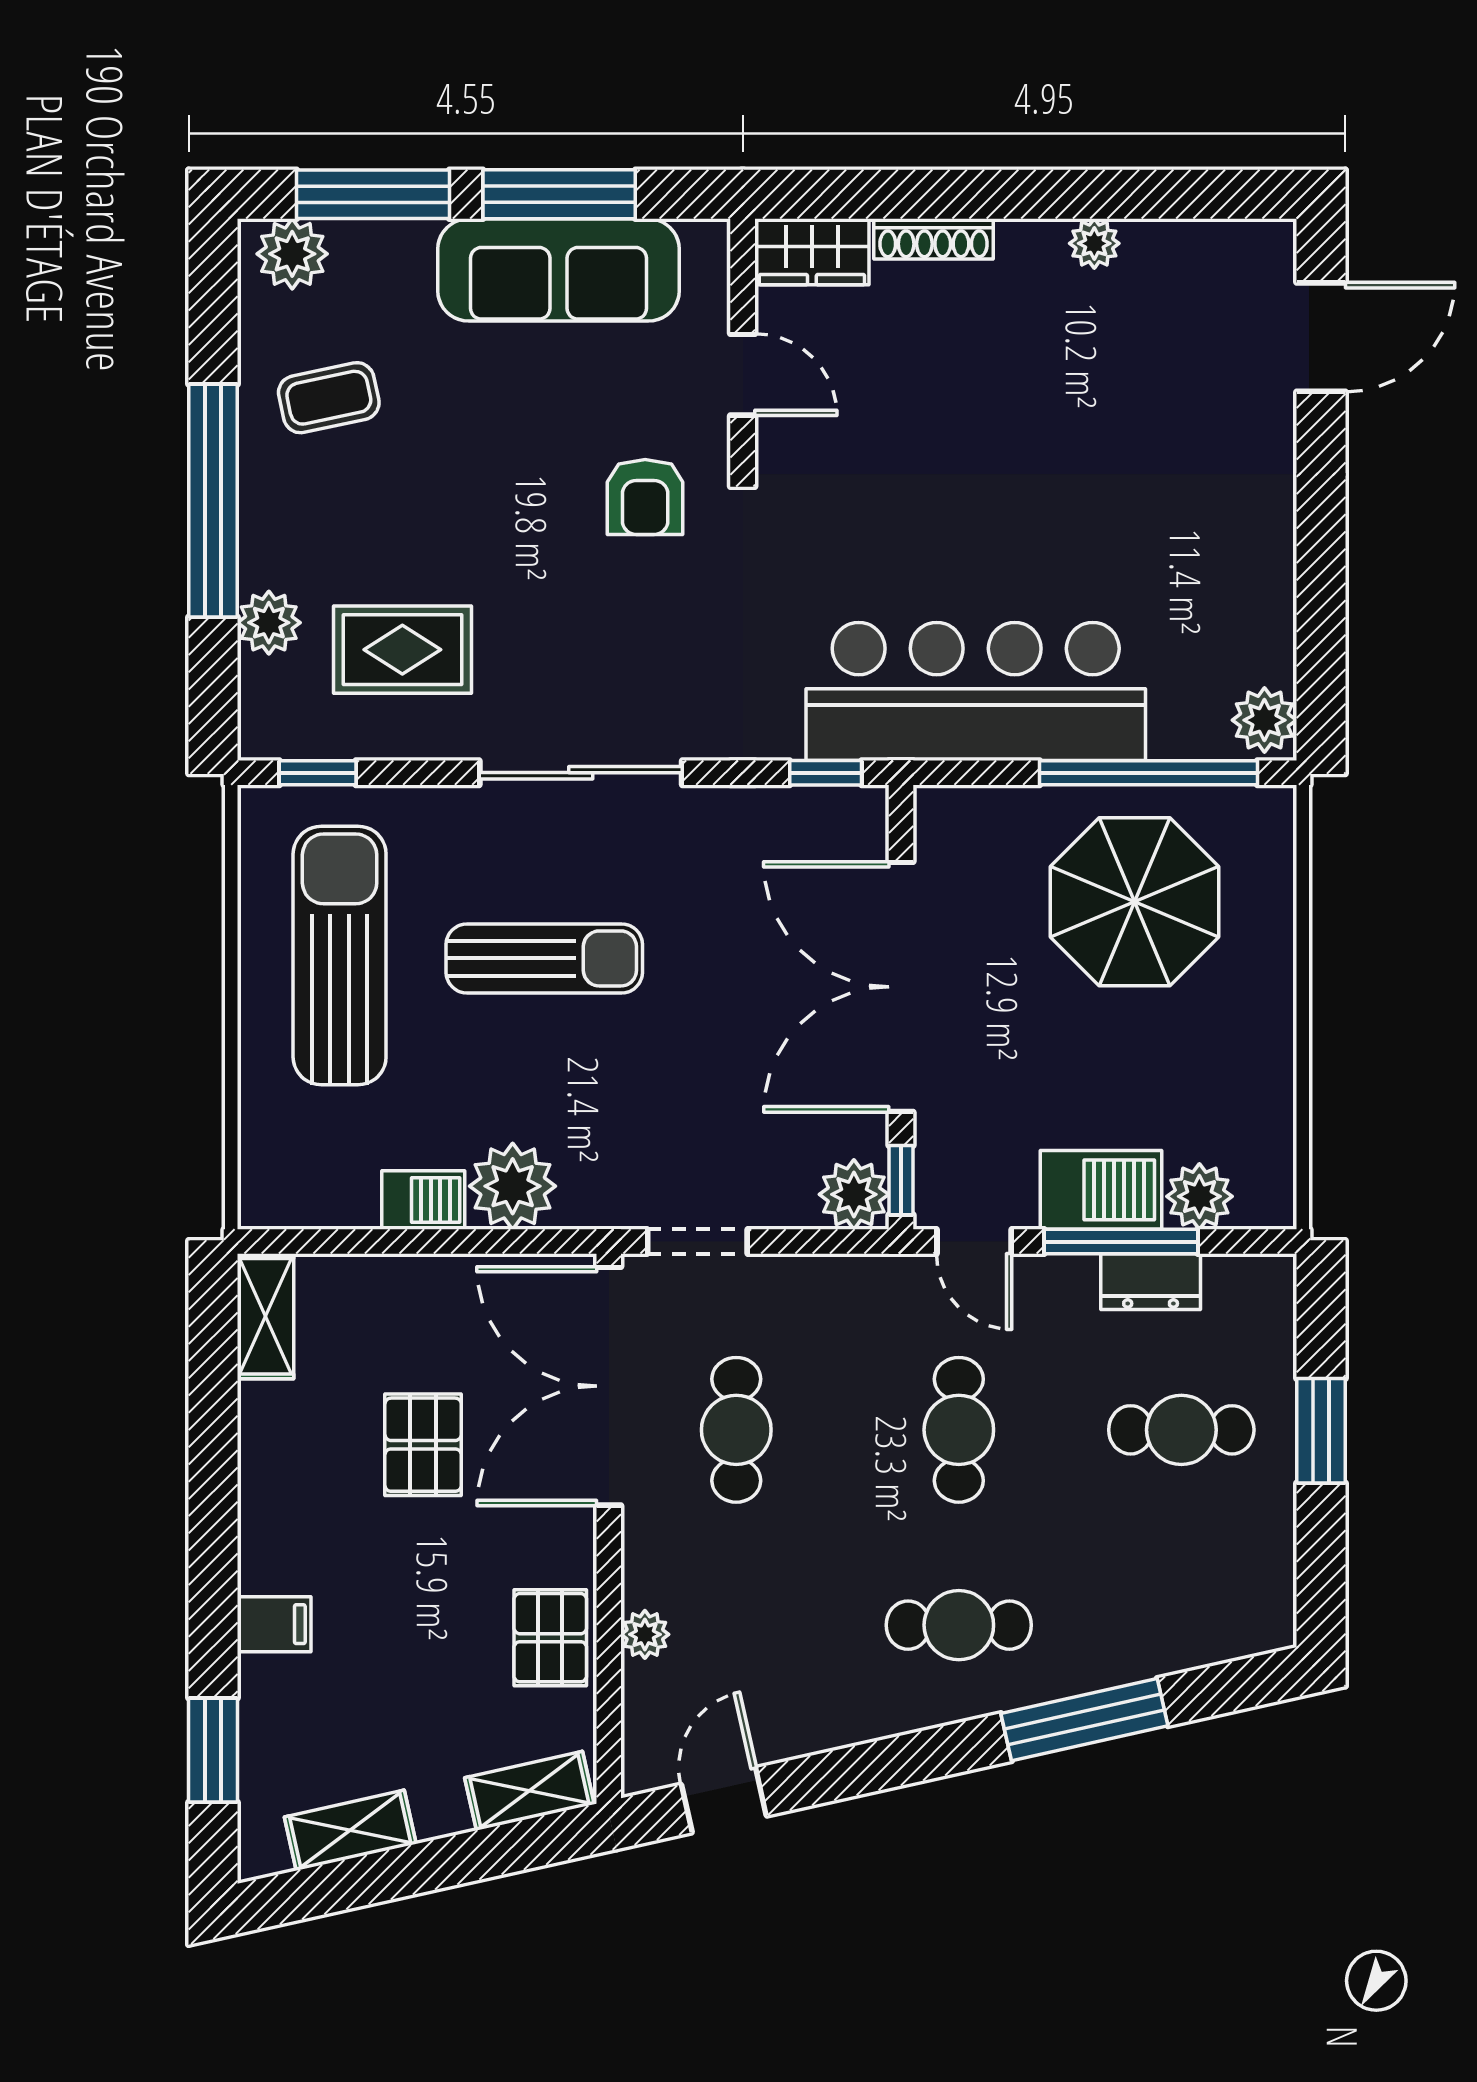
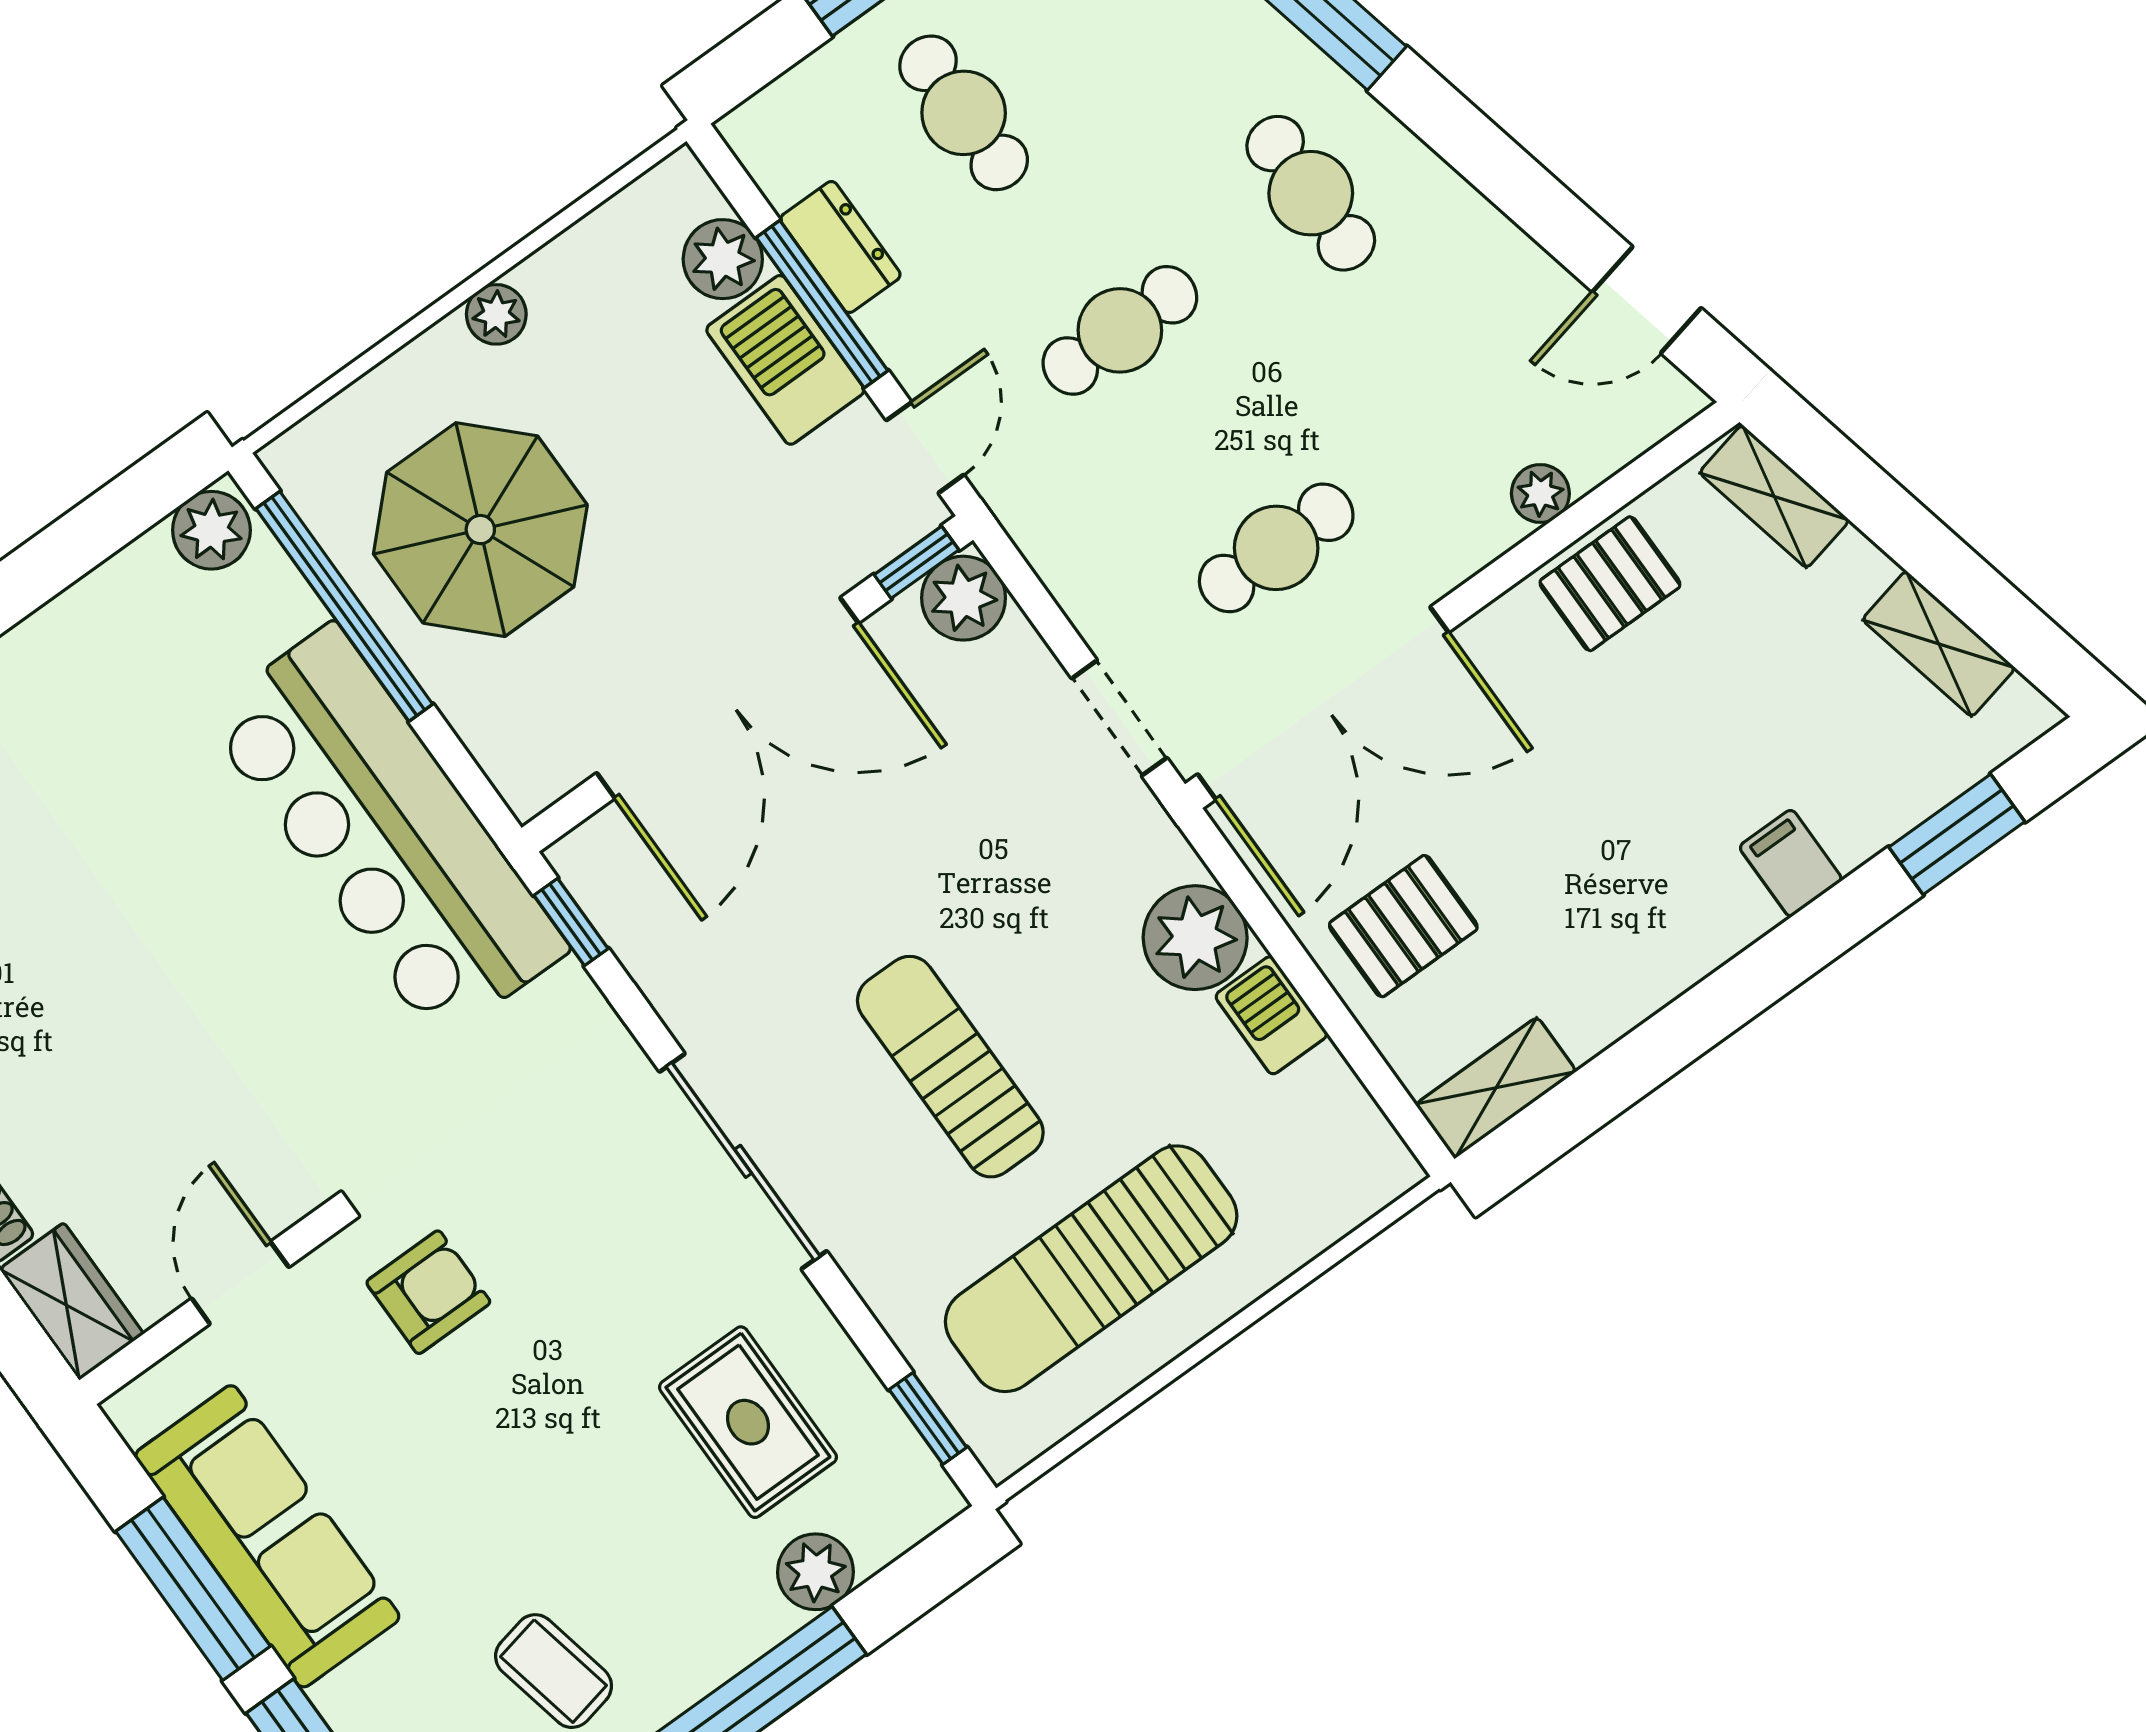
plant: (1272, 1017) -> (496, 314), added
pallet: (423, 1445) -> (1403, 926), moved

